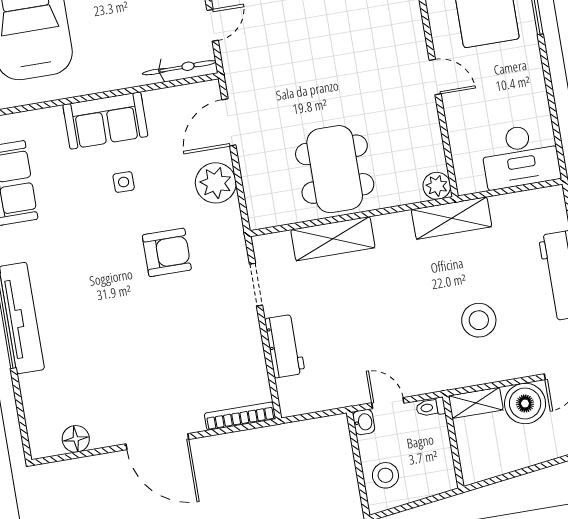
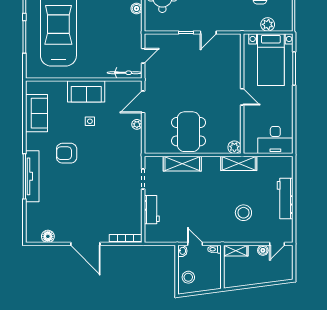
plant: (216, 183) -> (137, 124), width x0.53, depth x0.53
armchair: (167, 252) -> (67, 153), moved, turned 180
boiler: (525, 403) -> (263, 250), width x0.54, depth x0.54

